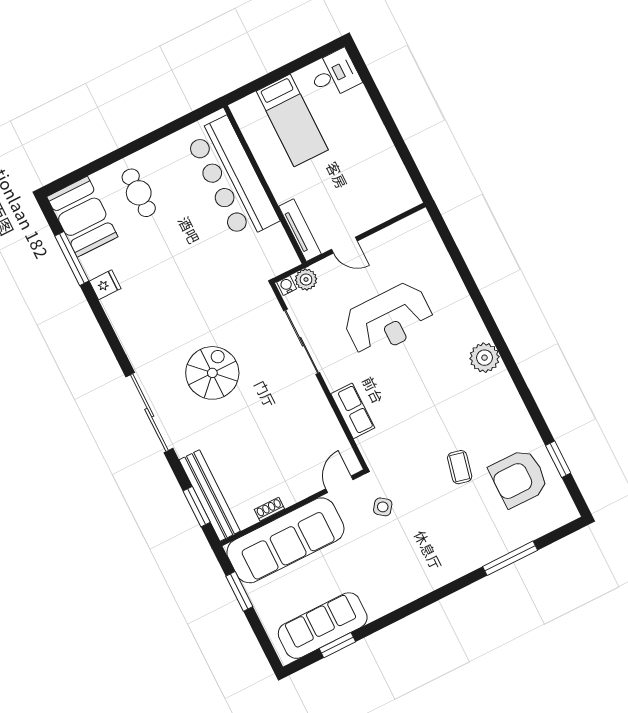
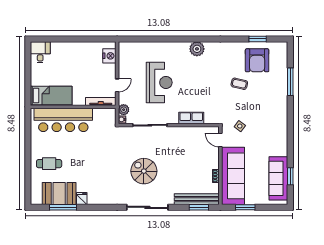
bed: (292, 120) -> (51, 95), moved
nightstand: (391, 204) -> (109, 56), added
booth: (82, 217) -> (59, 194), moved

